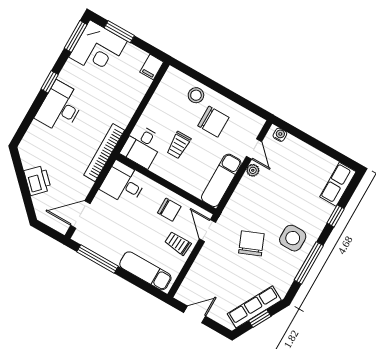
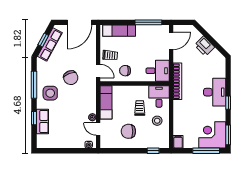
window: (119, 32) -> (206, 151), width x1.44
window: (194, 74) -> (153, 151), added
stool: (196, 95) -> (157, 121), moved
row of seats: (338, 184) -> (42, 121), moved
door: (195, 314) -> (79, 22), width x1.87

